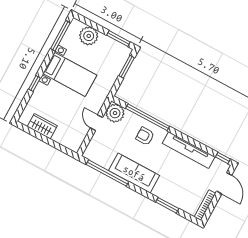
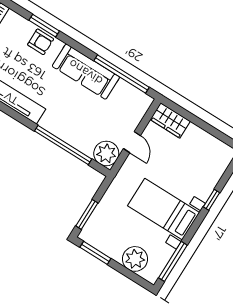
wardrobe: (42, 126) -> (170, 120), moved
armchair: (145, 136) -> (41, 42), moved

